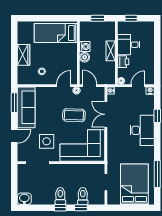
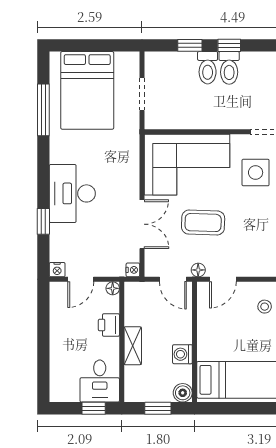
desk: (129, 45) -> (100, 381), moved, turned 90
boiler: (85, 57) -> (183, 393), moved
toilet: (83, 196) -> (208, 68), moved

